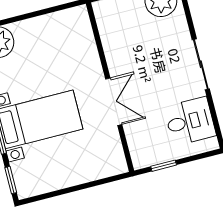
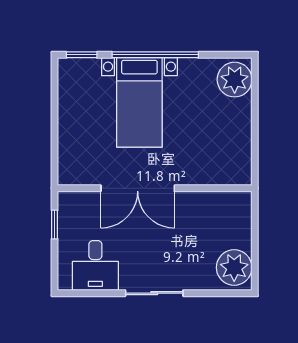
double door: (114, 102) -> (138, 188), width x1.37

